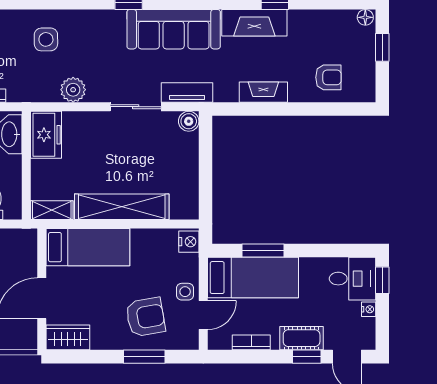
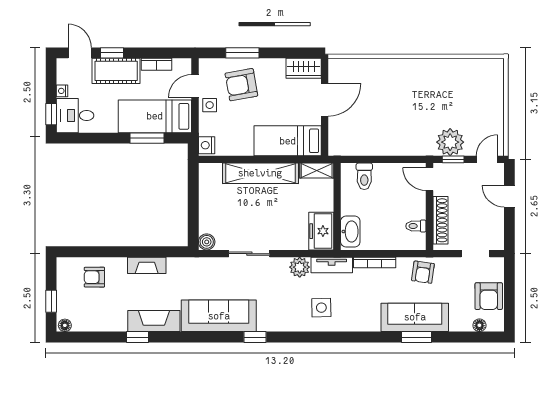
tv unit: (187, 93) -> (332, 265), moved
cot: (302, 338) -> (116, 71), width x1.37, depth x1.34

